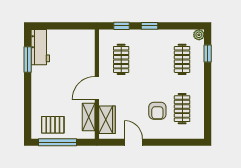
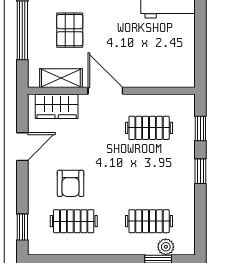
plant: (199, 35) -> (166, 247), moved
armchair: (157, 111) -> (71, 183), turned -90
pallet: (53, 125) -> (70, 30), moved
window: (186, 142) -> (22, 227), added

